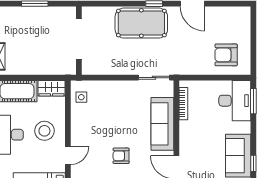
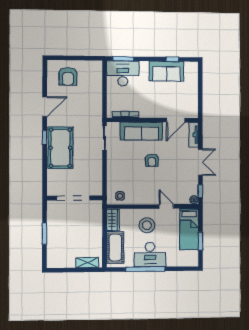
armchair: (226, 55) -> (68, 76), moved
armchair: (121, 156) -> (152, 160), moved

